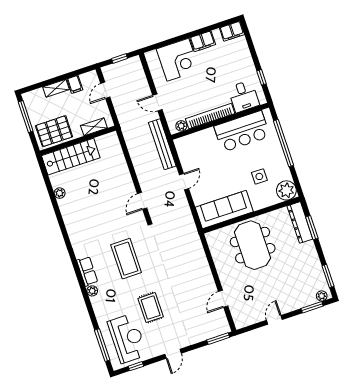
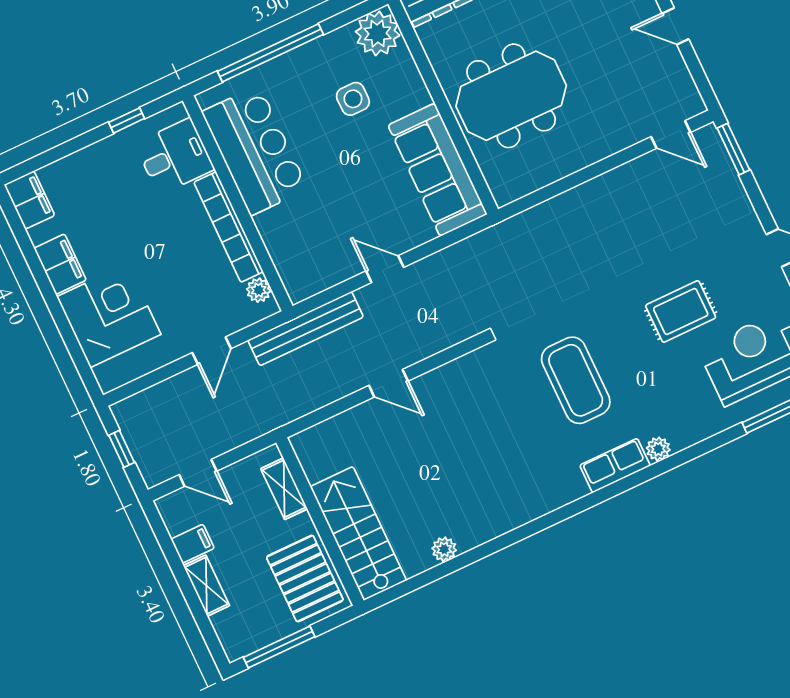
door: (142, 201) -> (388, 383), moved
coffee table: (126, 259) -> (576, 380), turned 90
door: (223, 299) -> (671, 135), moved

